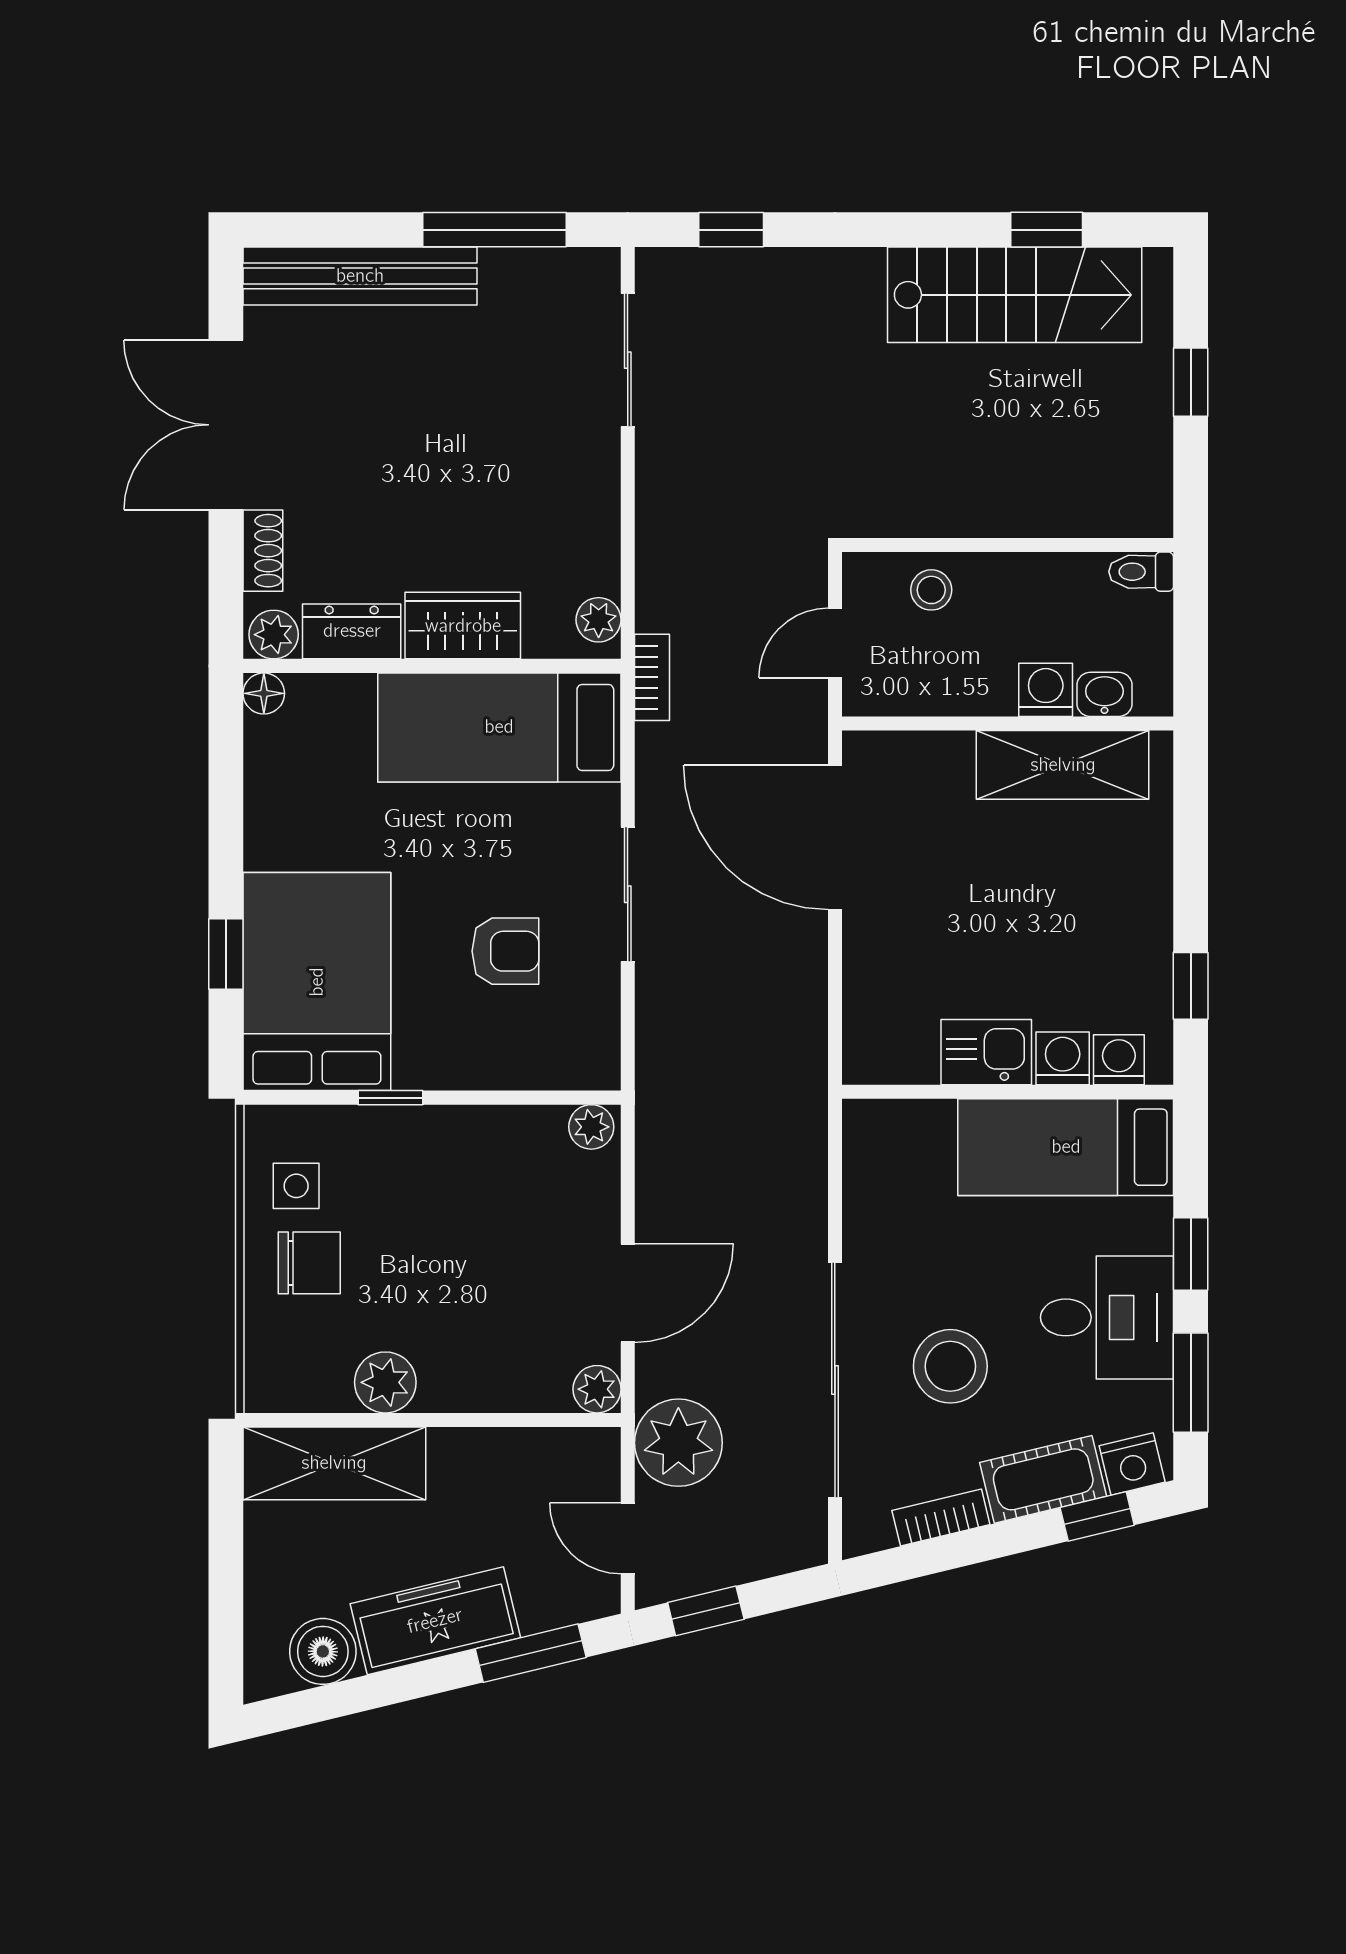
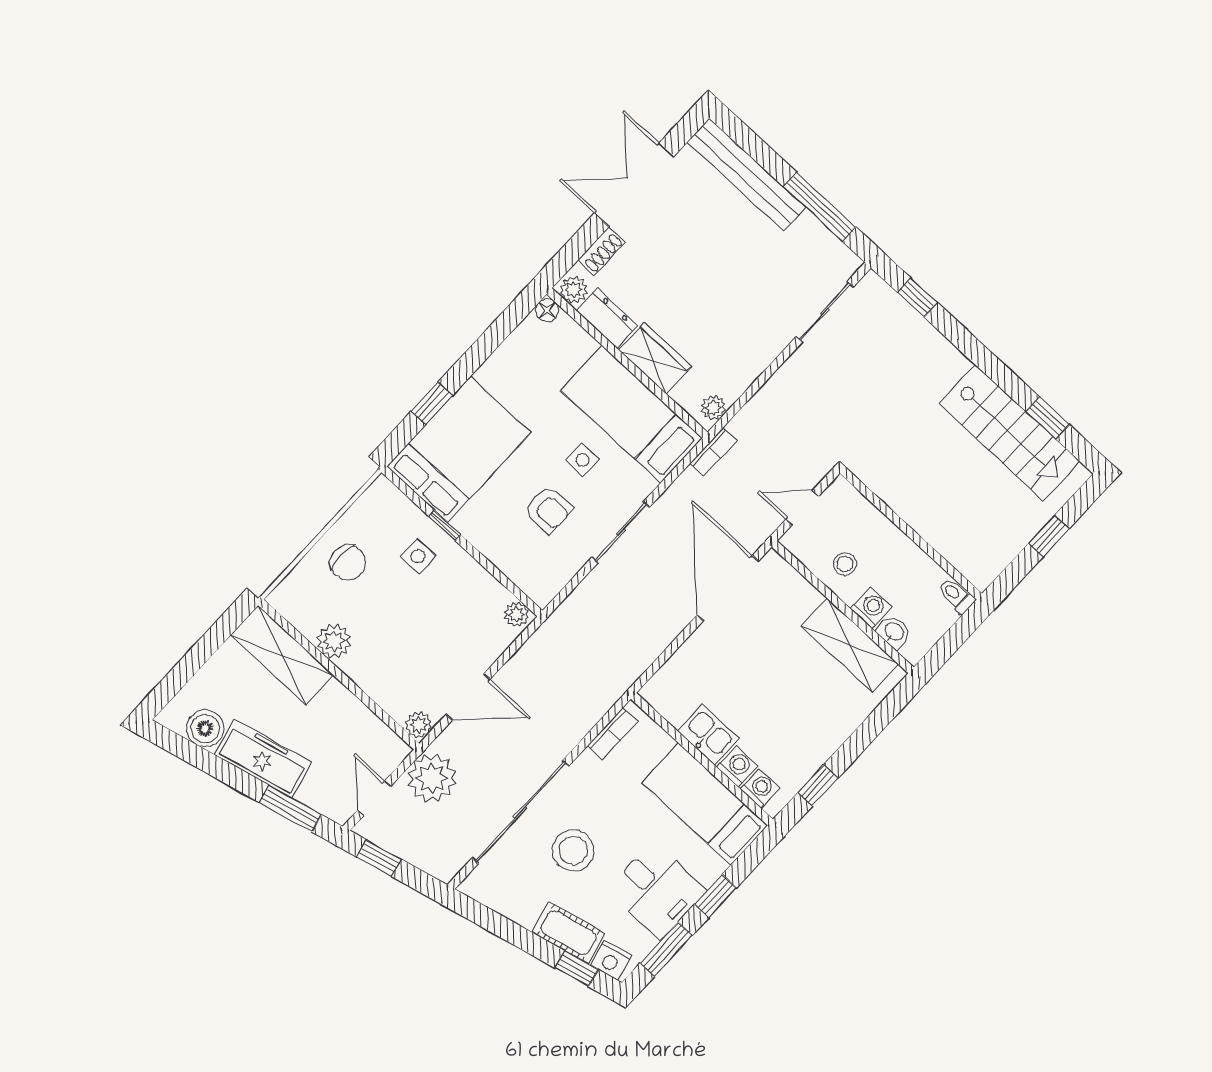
stool: (931, 590) -> (845, 564), moved
side table: (491, 846) -> (583, 460), added
side table: (296, 1186) -> (418, 556), moved
bookcase: (941, 1517) -> (612, 734), moved, turned 104

